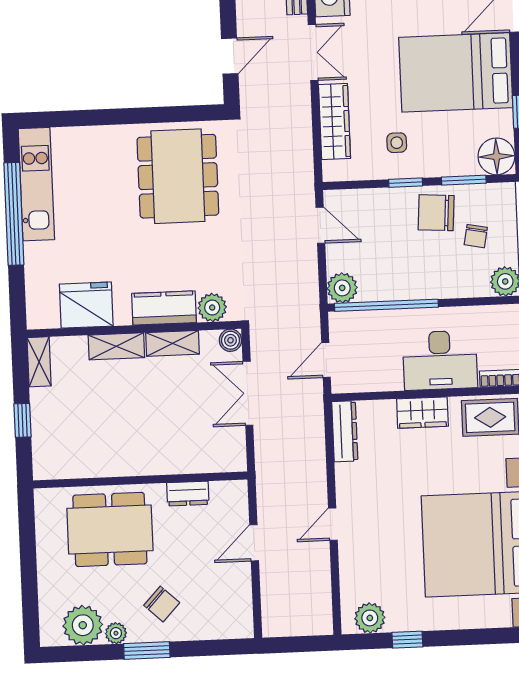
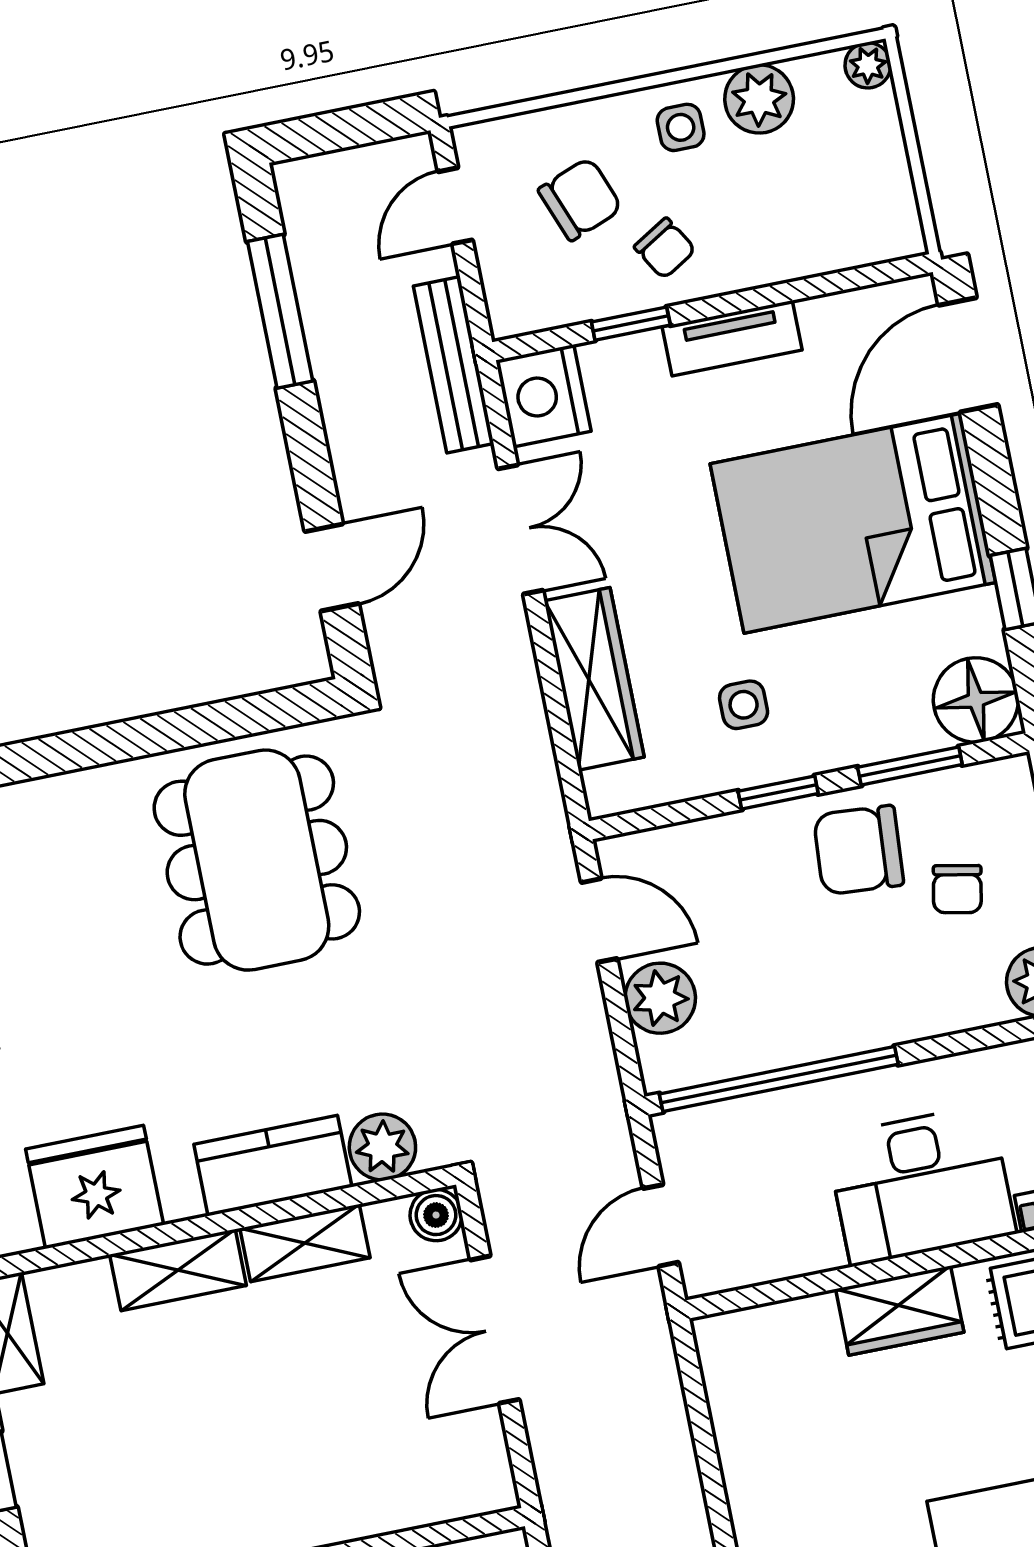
plant: (342, 288) -> (660, 998), moved
dresser: (345, 431) -> (729, 1381), removed

